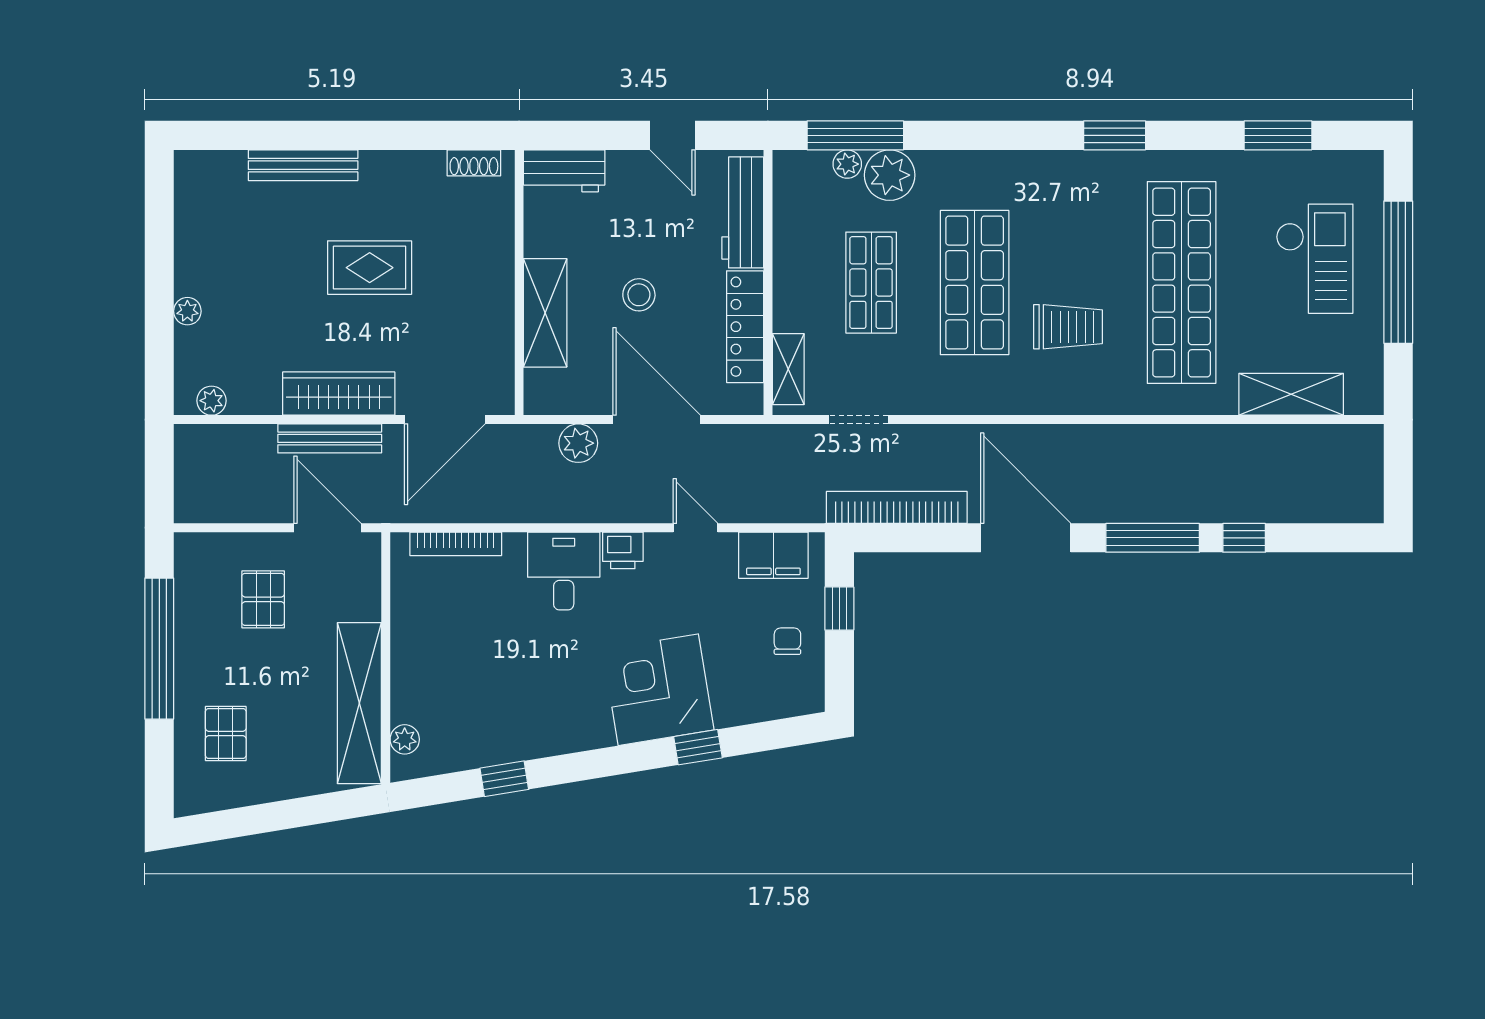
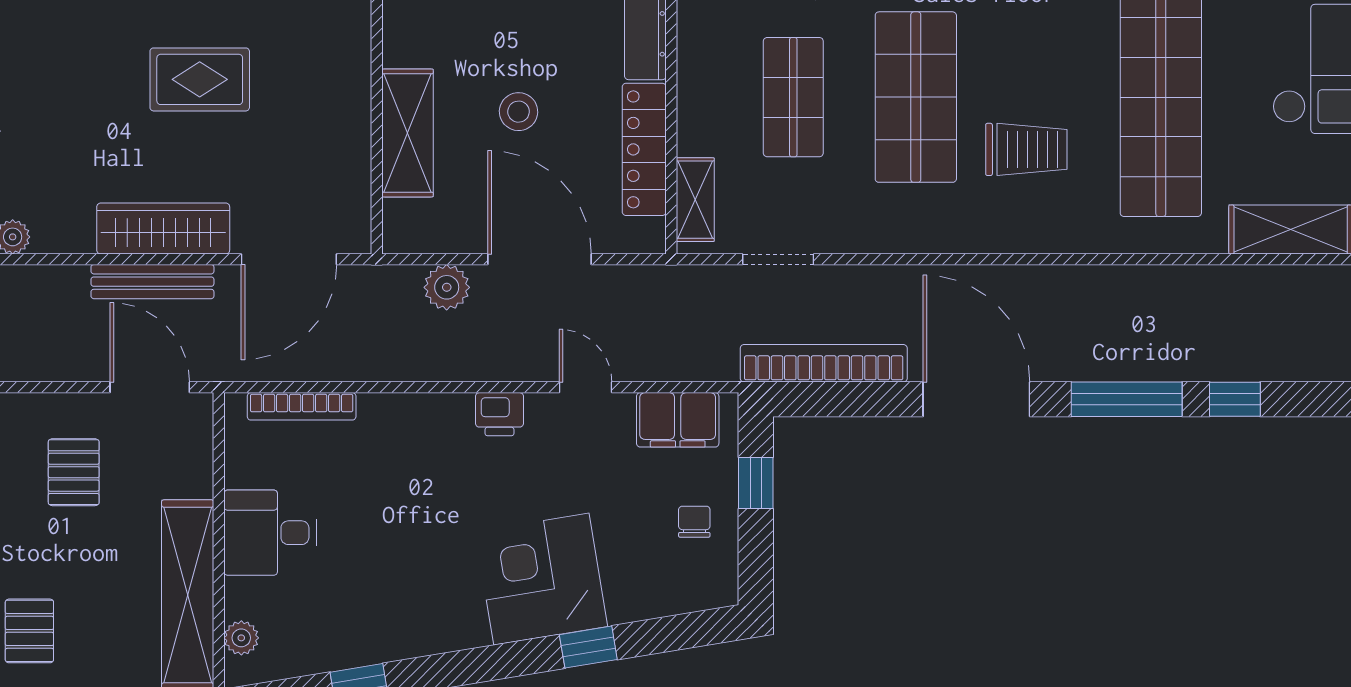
desk: (564, 571) -> (270, 533), moved, turned -90

